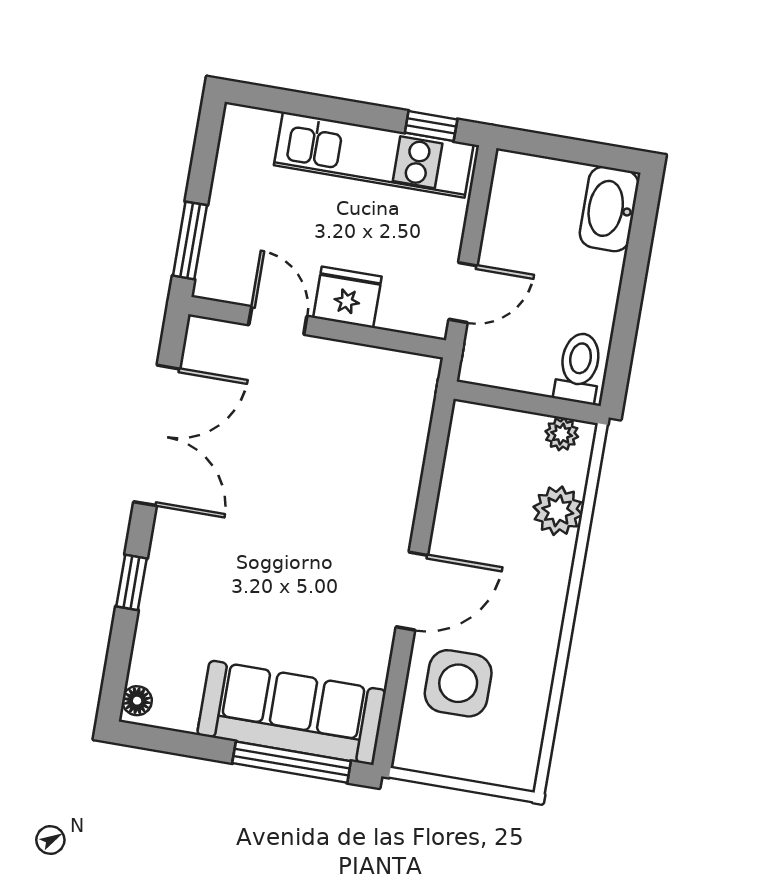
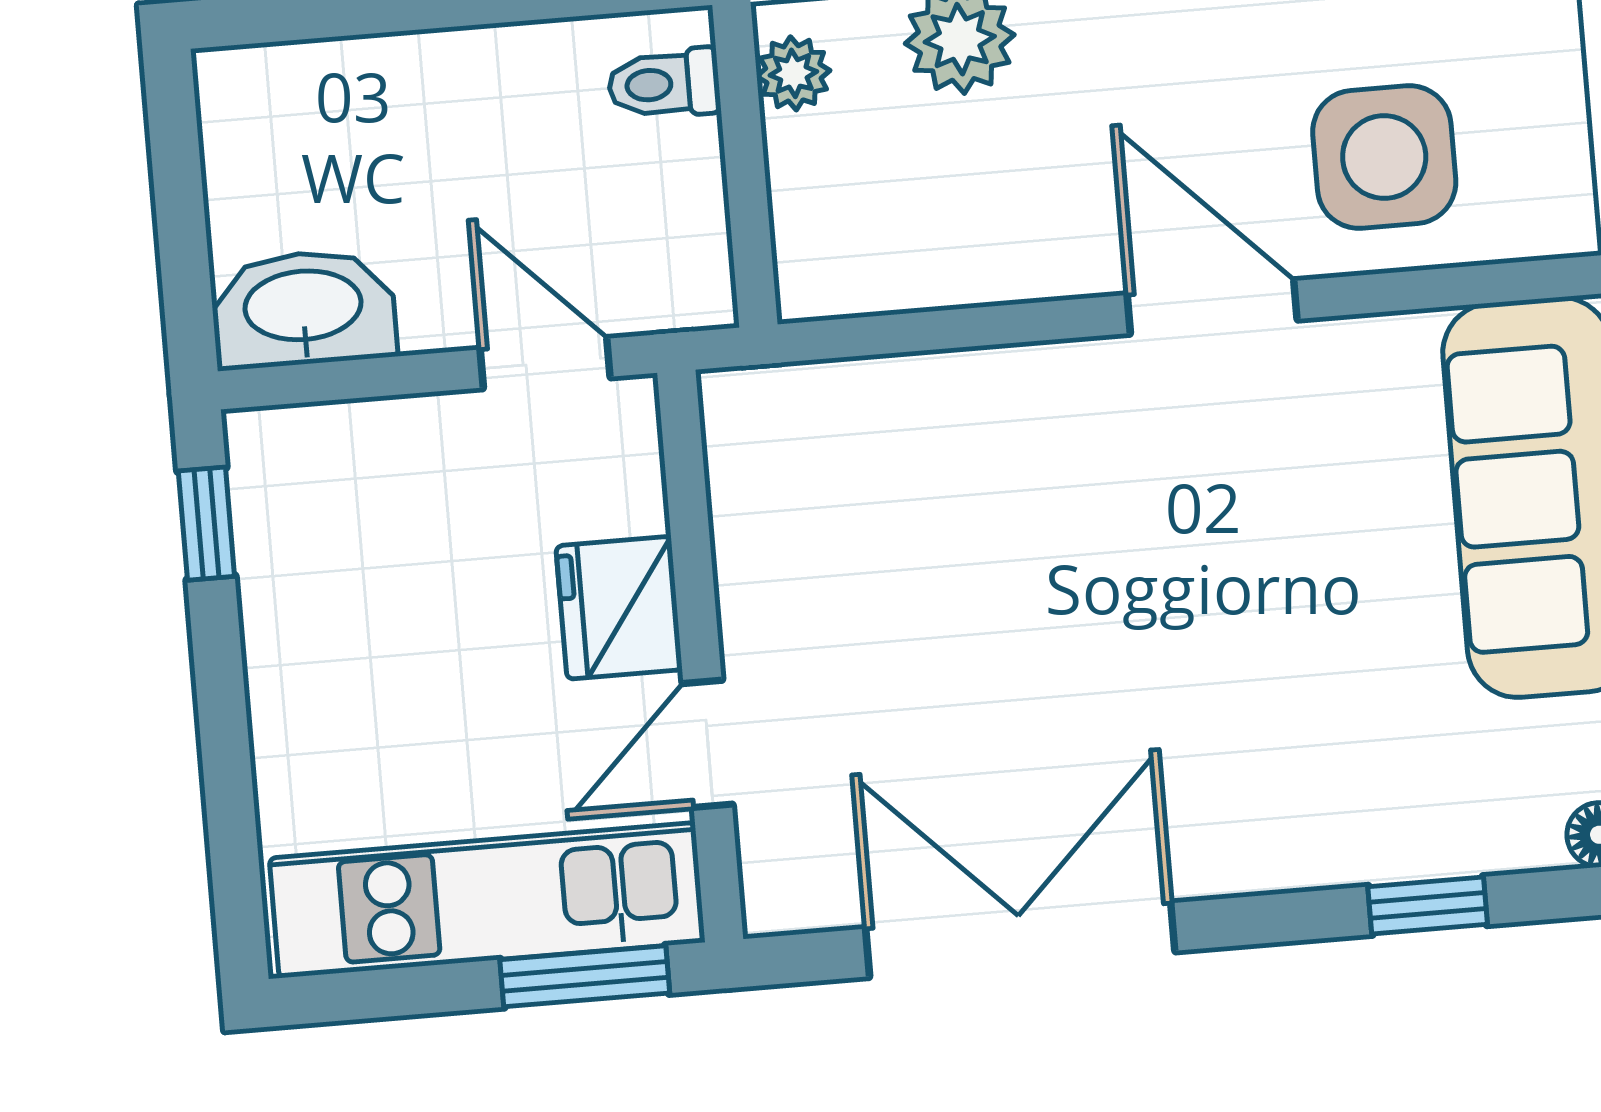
kitchen unit: (374, 155) -> (487, 900), moved, turned -90
washbasin: (609, 209) -> (303, 309), moved, turned 180
toilet: (579, 368) -> (664, 84), width x0.73, depth x0.72
window: (132, 582) -> (1428, 905), moved

